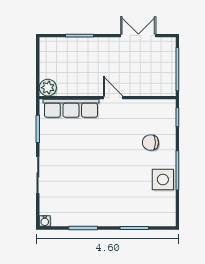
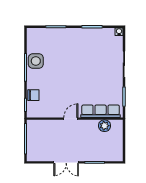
double door: (138, 36) -> (66, 162), moved
plant: (48, 88) -> (104, 126), moved
door: (113, 98) -> (71, 119), swing flipped
chair: (150, 143) -> (33, 95), moved

